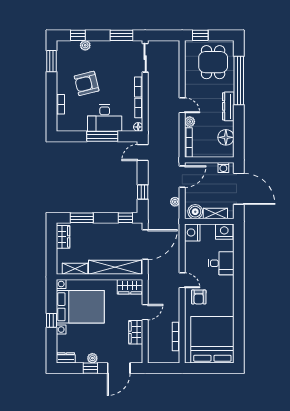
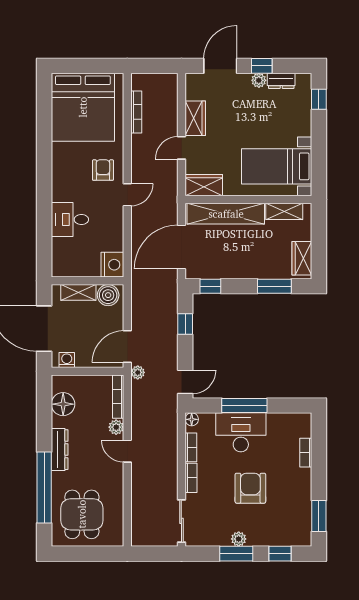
window: (121, 35) -> (236, 554), moved
window: (200, 35) -> (101, 554), removed
plant: (85, 45) -> (239, 539), moved
armchair: (87, 83) -> (250, 488), moved, turned -76
plant: (175, 202) -> (138, 372), moved
nightstand: (224, 232) -> (66, 266), removed
door: (182, 280) -> (127, 195), swing flipped
bed with nightstands: (80, 307) -> (277, 166), width x0.73
window: (51, 320) -> (319, 99), moved
dresser: (66, 358) -> (281, 81), moved

